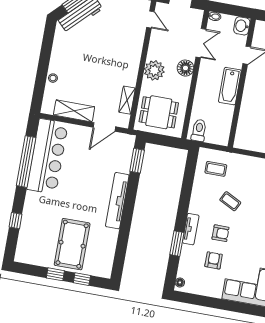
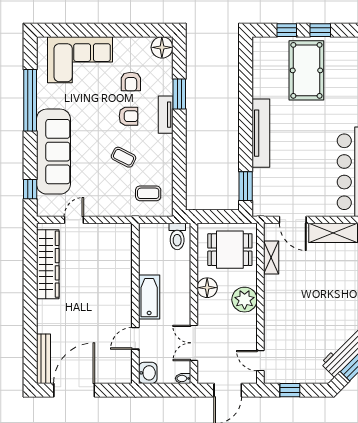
floor lamp: (185, 68) -> (207, 288), moved
door: (104, 127) -> (293, 220), swing flipped
armchair: (220, 233) -> (128, 116), turned 180
floor lamp: (180, 282) -> (162, 47), width x1.89, depth x1.89

